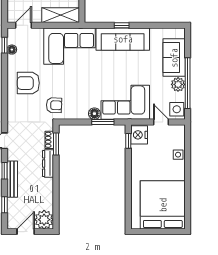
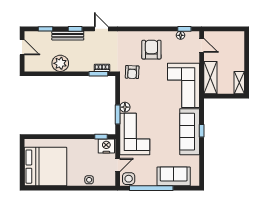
plant: (178, 84) -> (150, 180), removed
dresser: (48, 163) -> (81, 67), removed
plant: (44, 220) -> (60, 63), moved

